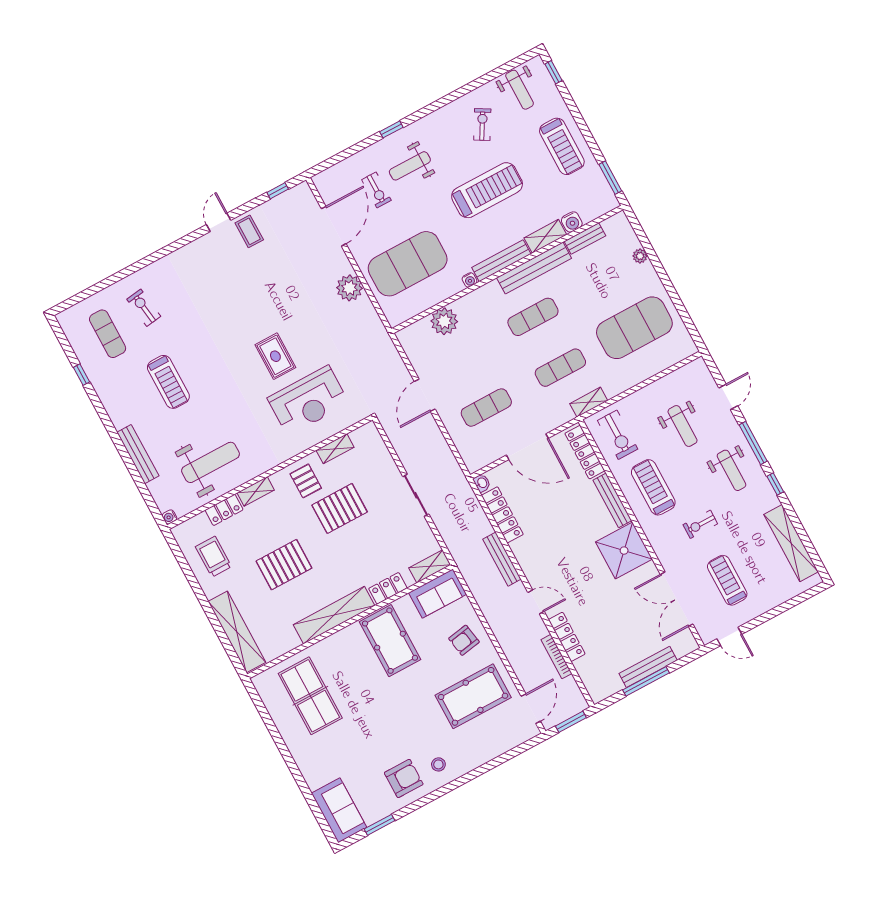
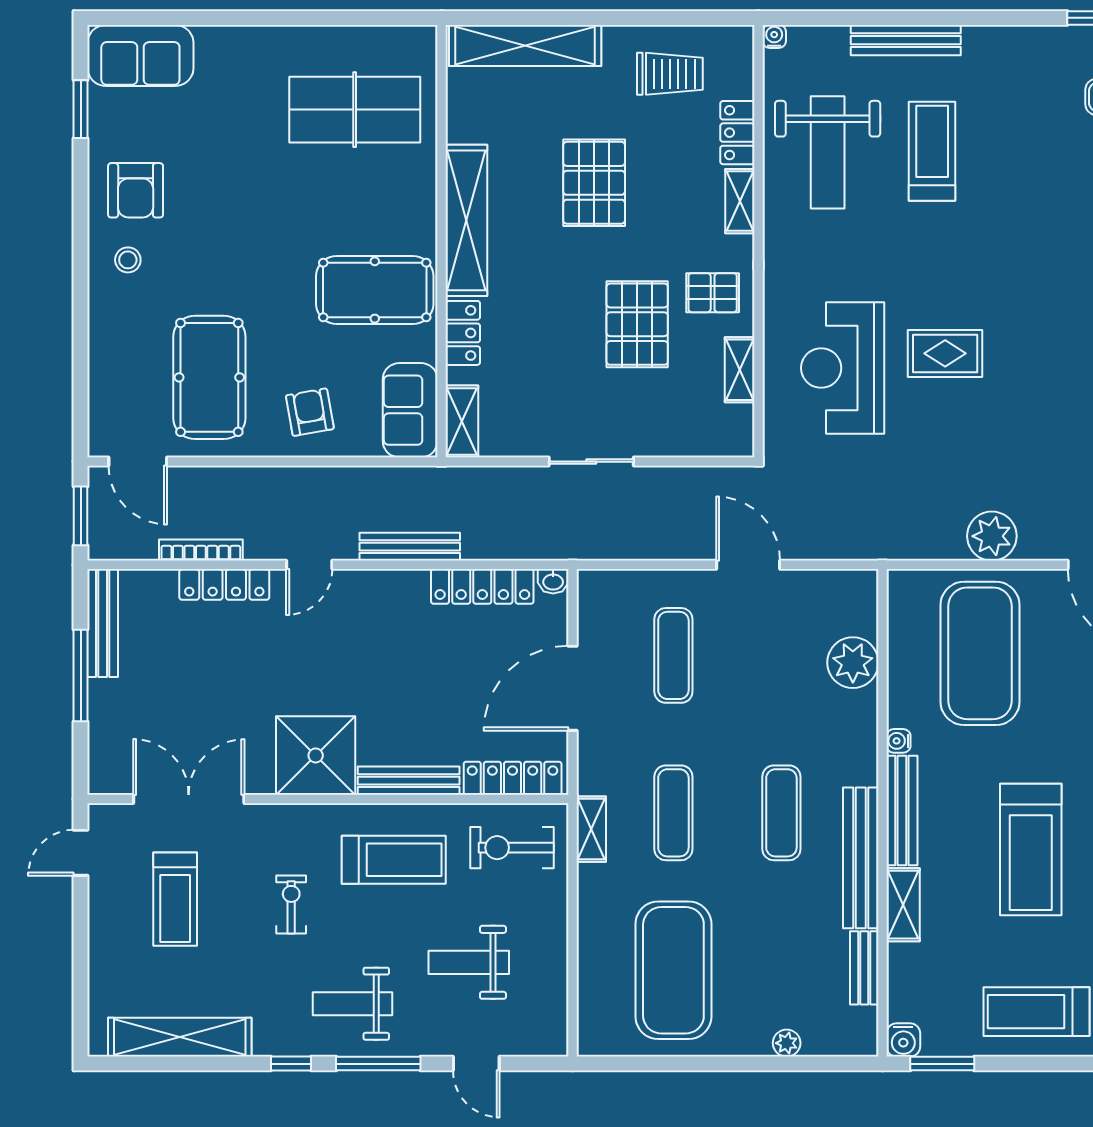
water cooler: (572, 222) -> (903, 1040), moved, turned -90
treadmill: (168, 382) -> (932, 151), moved, turned 90
treadmill: (727, 580) -> (175, 899), turned 90
bench: (648, 667) -> (103, 623), moved

